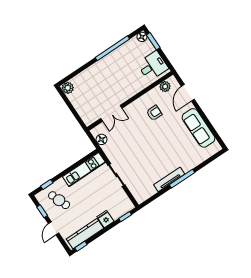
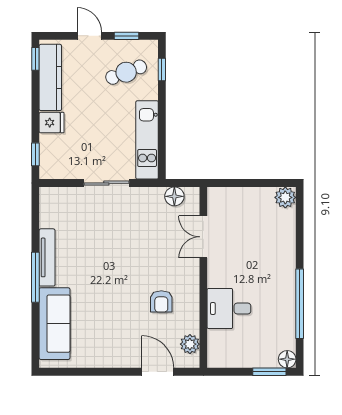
desk: (153, 66) -> (229, 309), moved, turned 90
sofa: (199, 128) -> (55, 324), moved, turned 90

